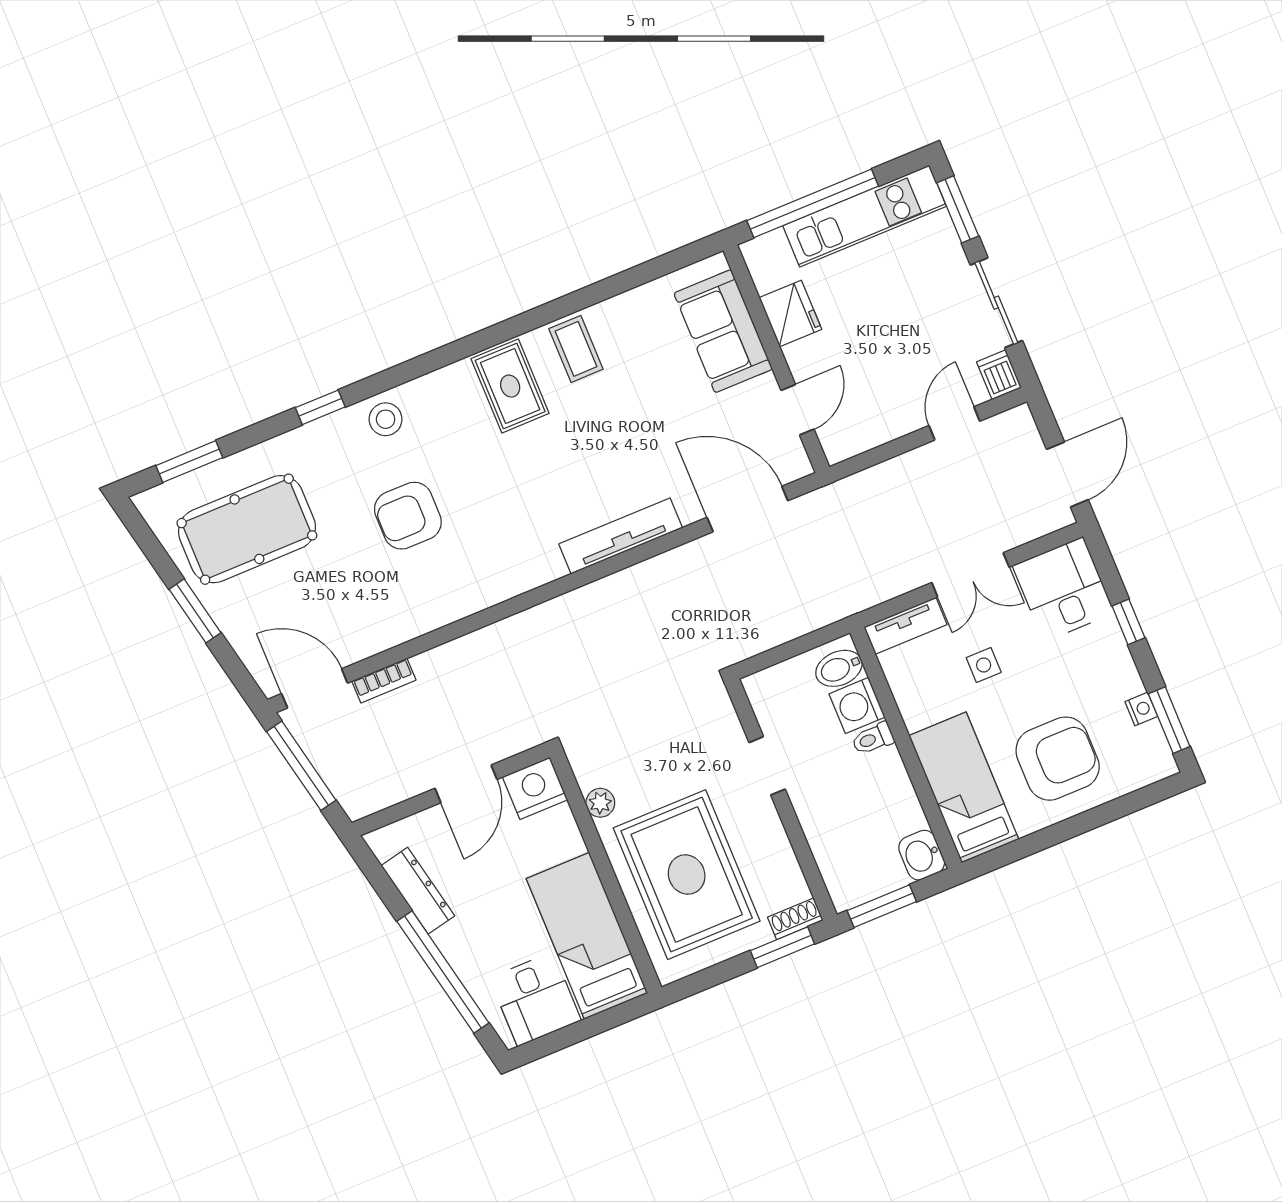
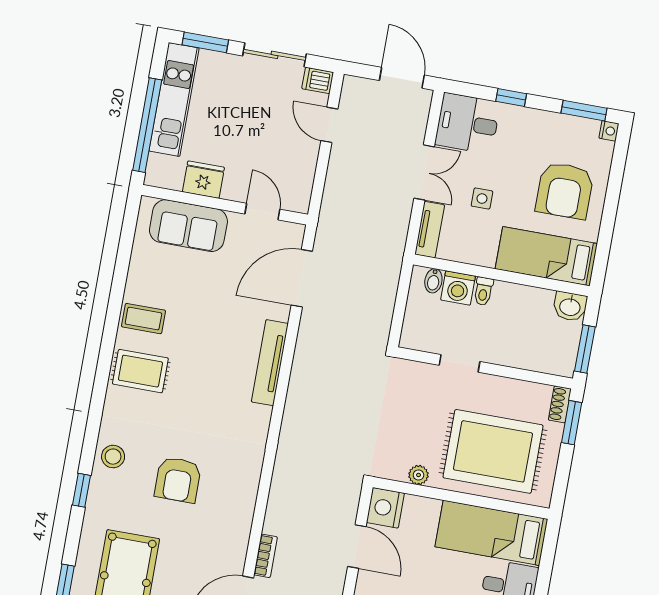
bidet: (839, 668) -> (433, 281), width x0.72, depth x0.74
nightstand: (1141, 709) -> (609, 131), moved, turned 90
armchair: (1058, 759) -> (565, 190), turned 180

